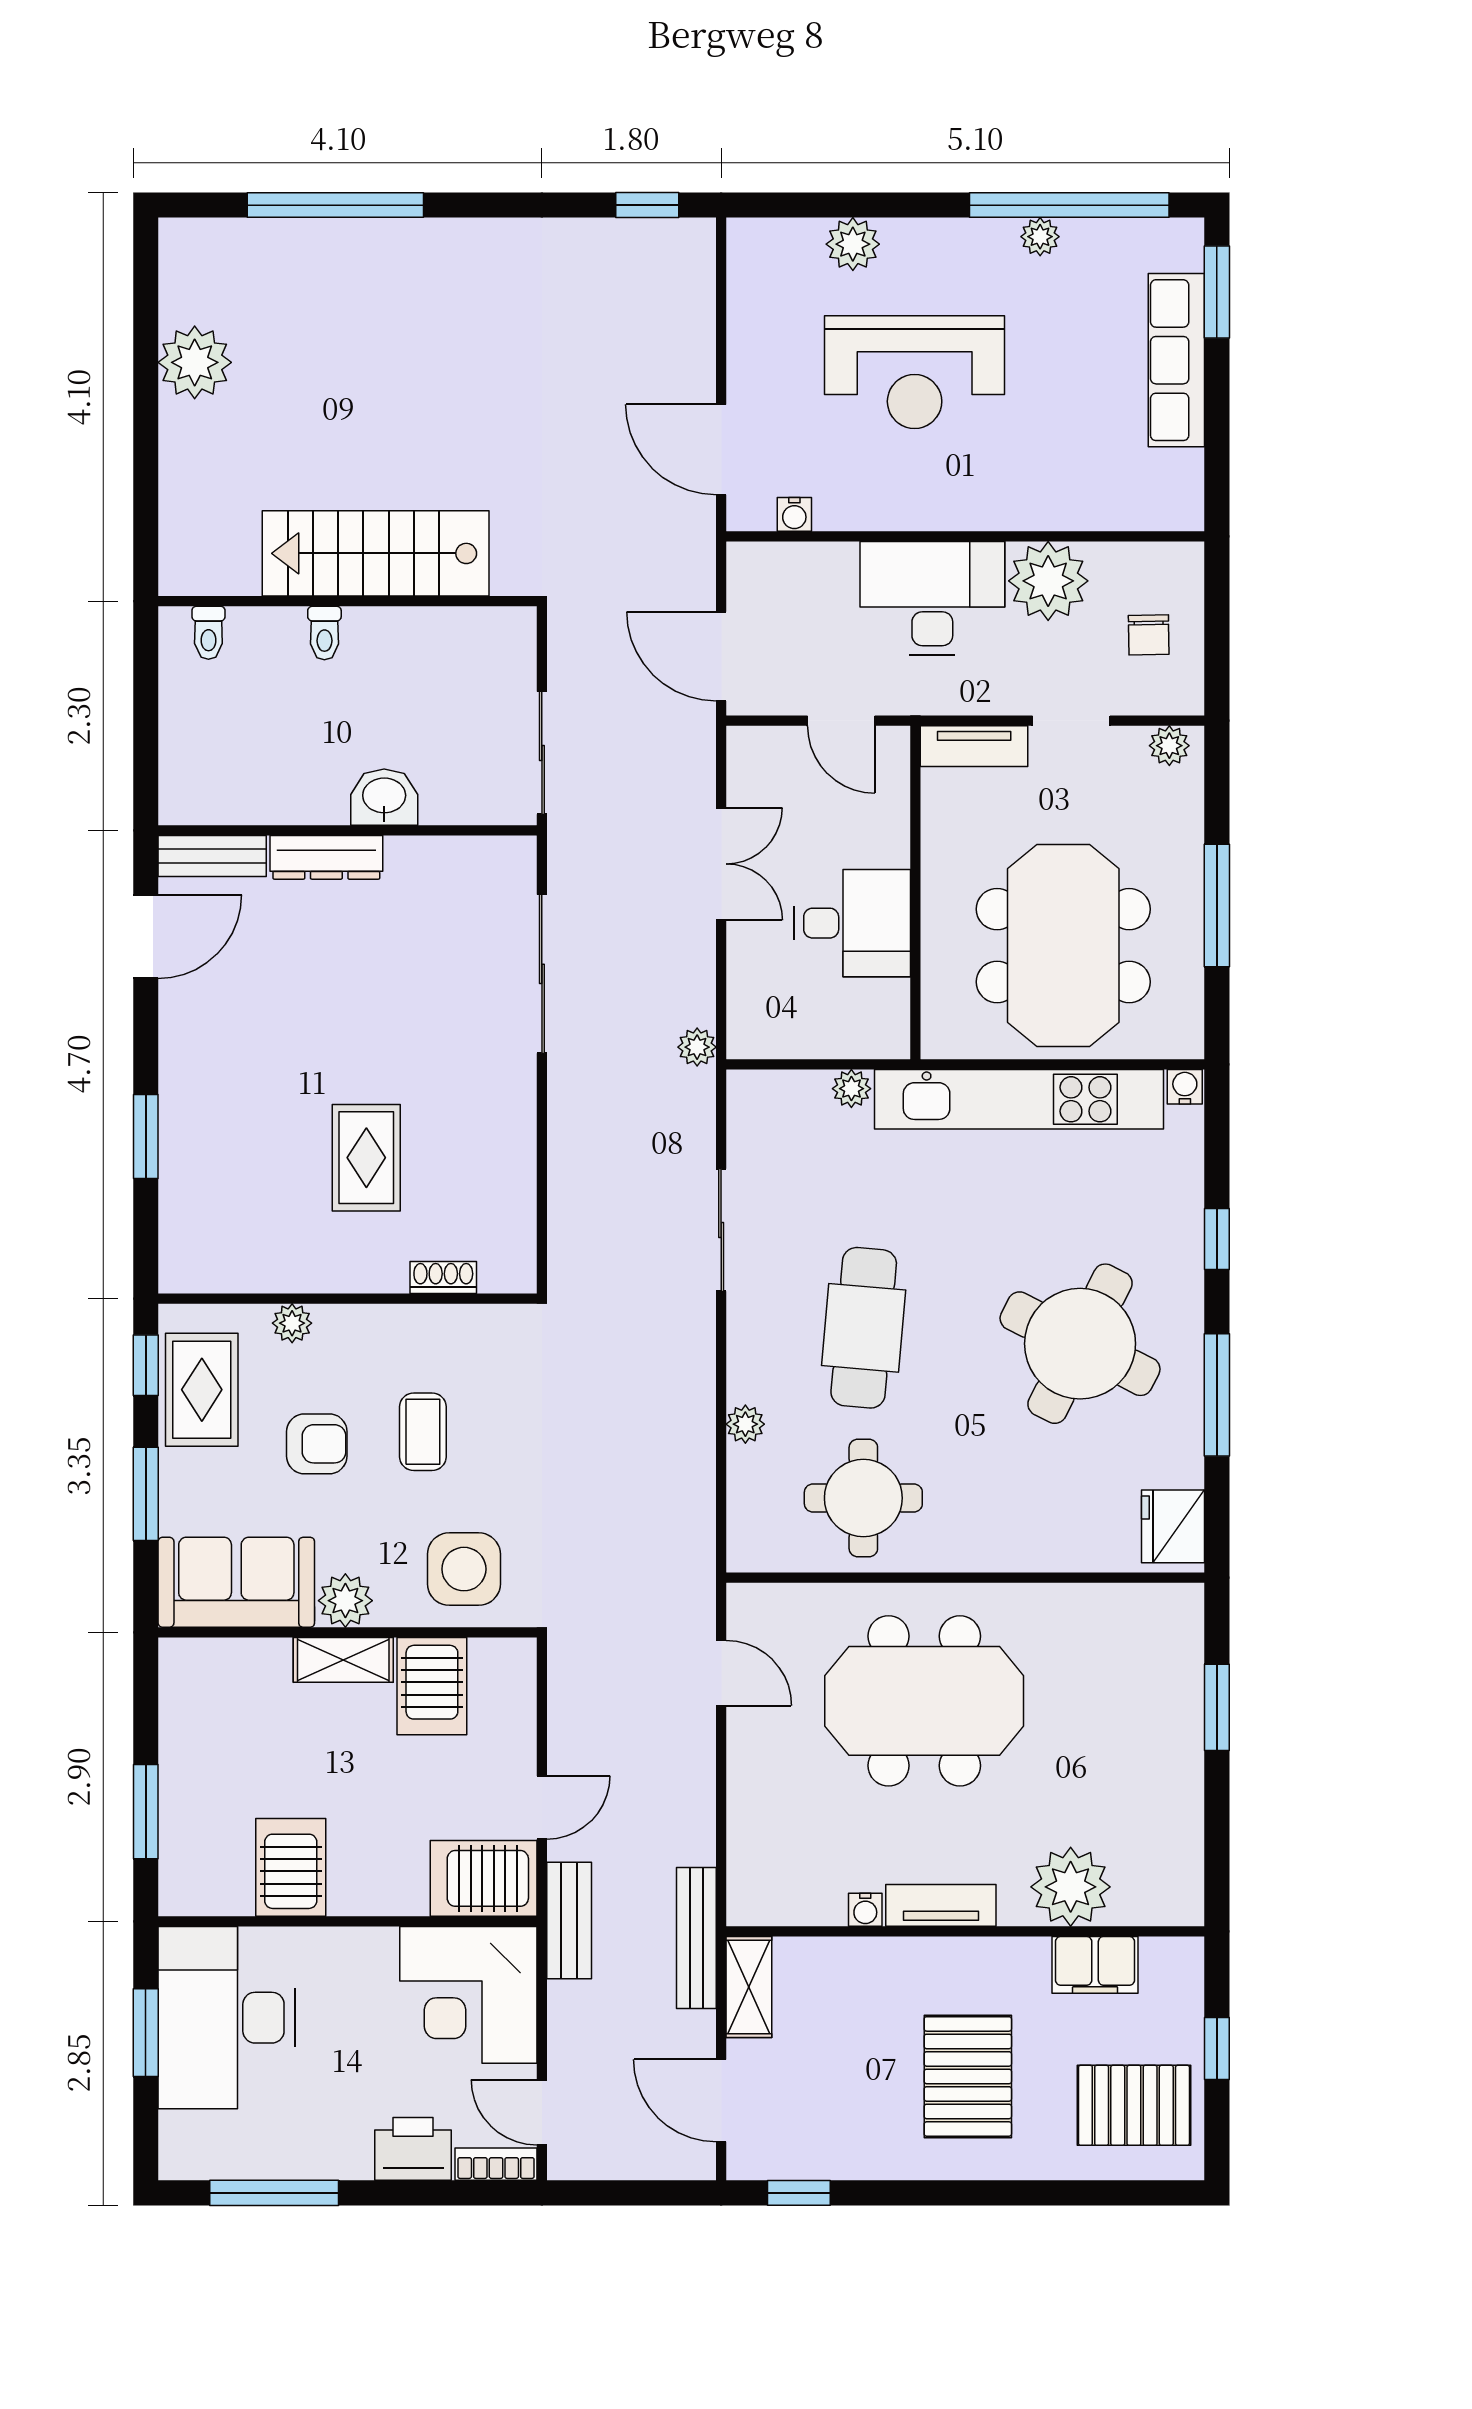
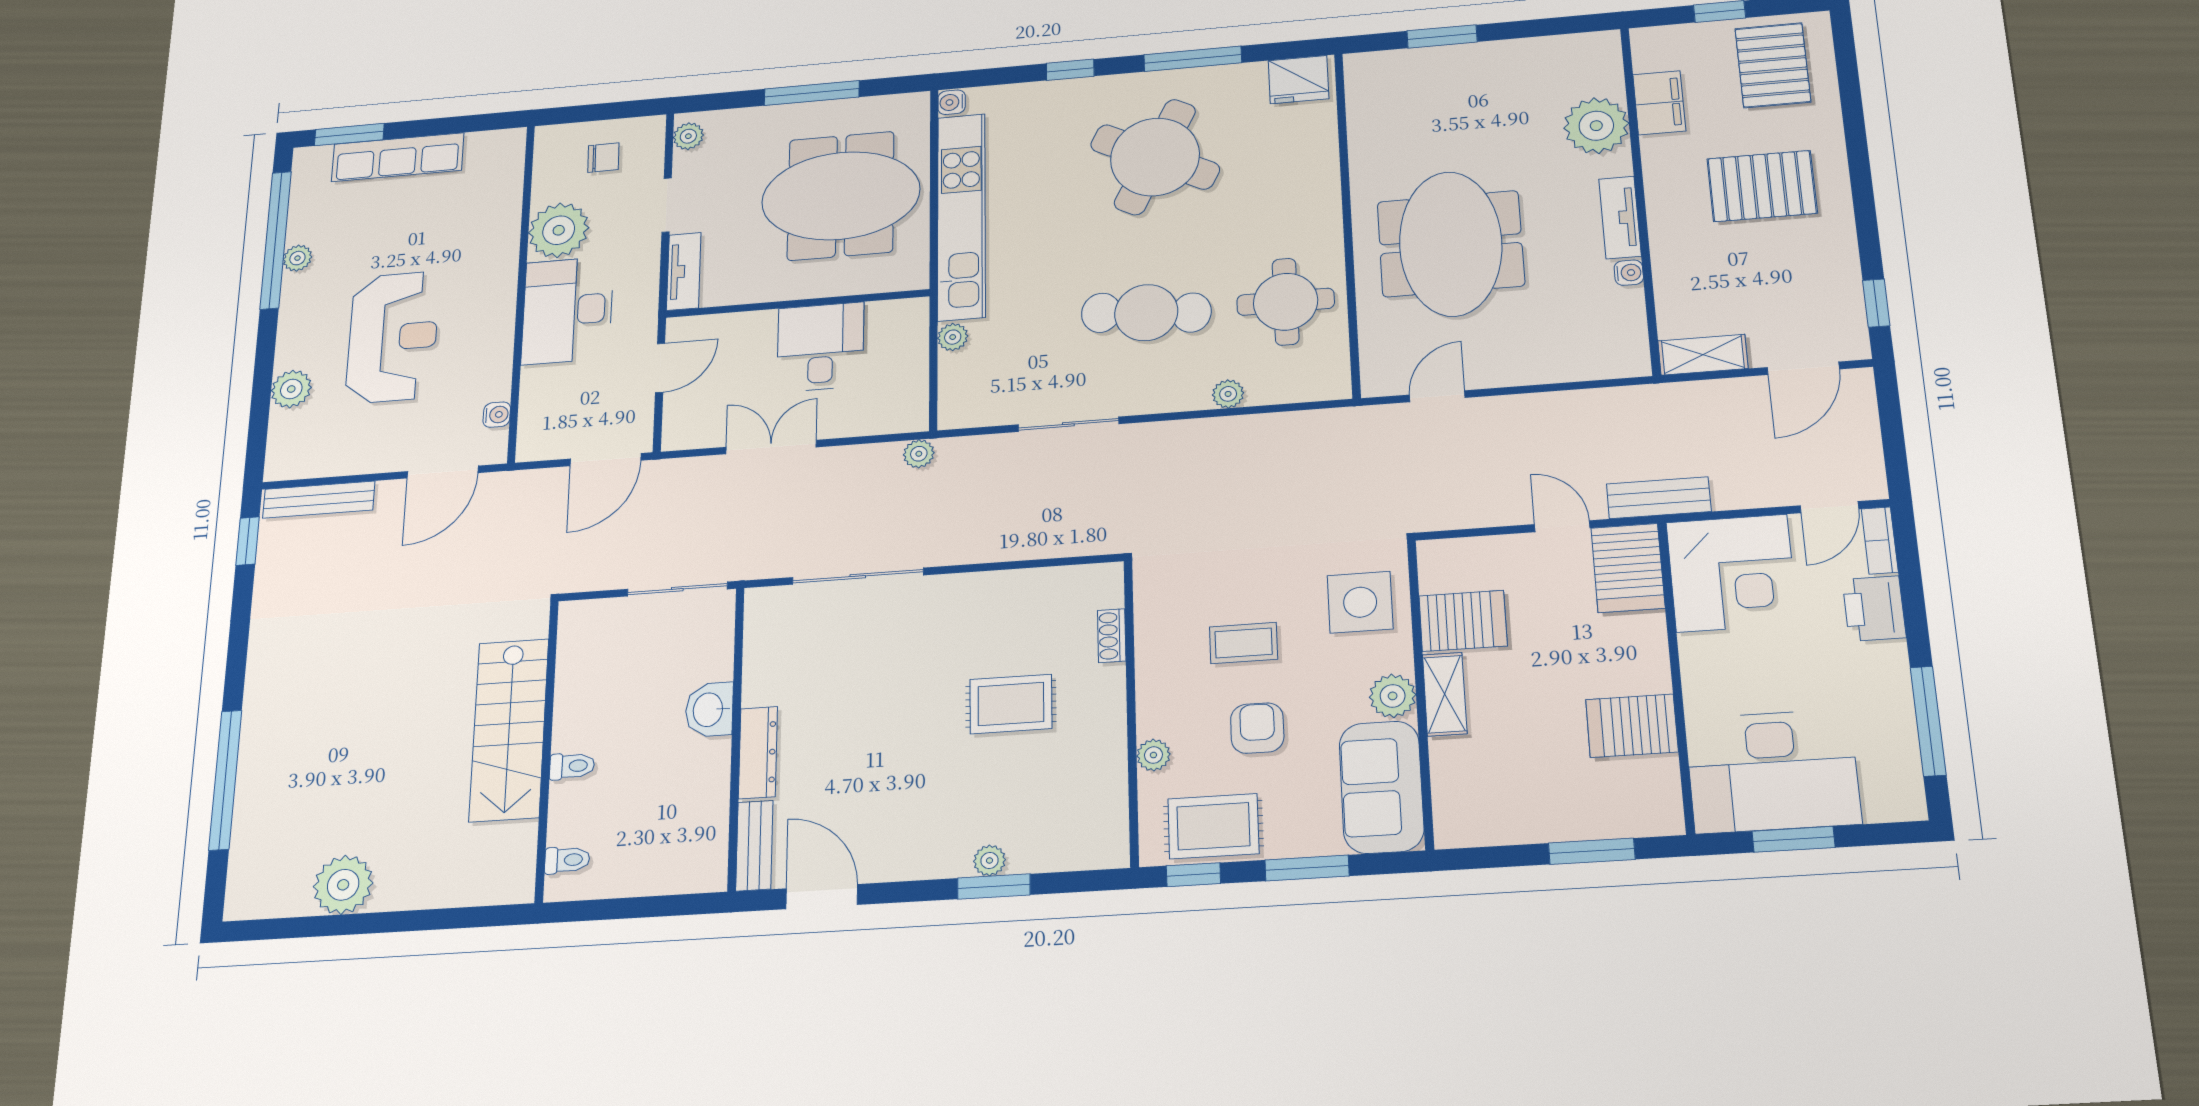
plant: (177, 1132) -> (989, 860), added
bench: (696, 1938) -> (319, 500), moved

